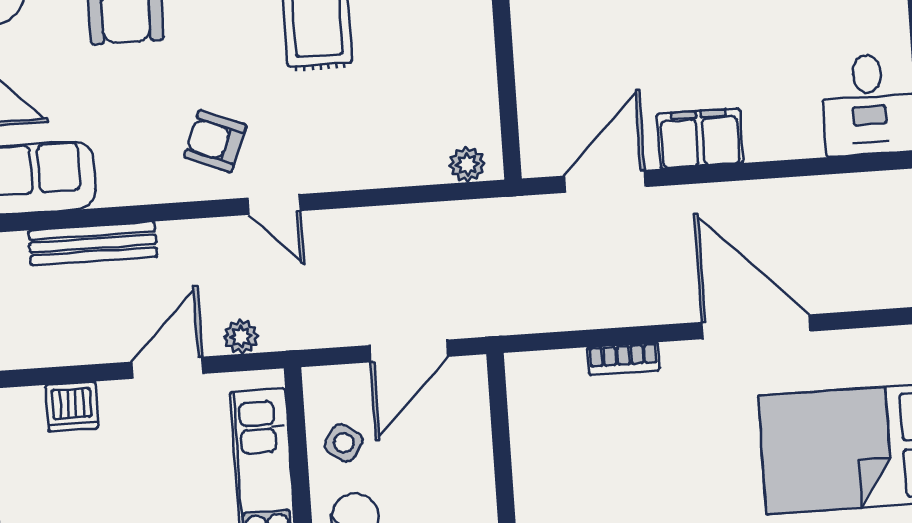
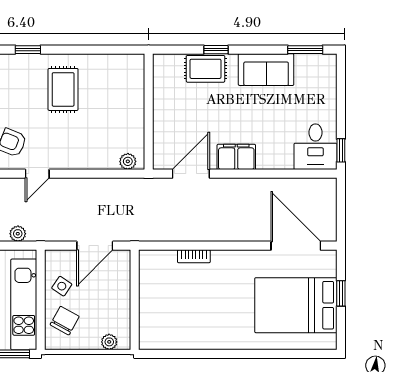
door: (274, 204) -> (37, 174), hinge flipped
door: (756, 327) -> (296, 246), moved

